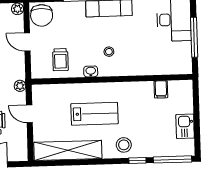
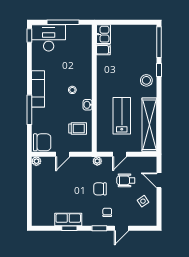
lab bench: (94, 114) -> (122, 116), moved
kitchen sink: (185, 126) -> (104, 34), moved, turned -90

